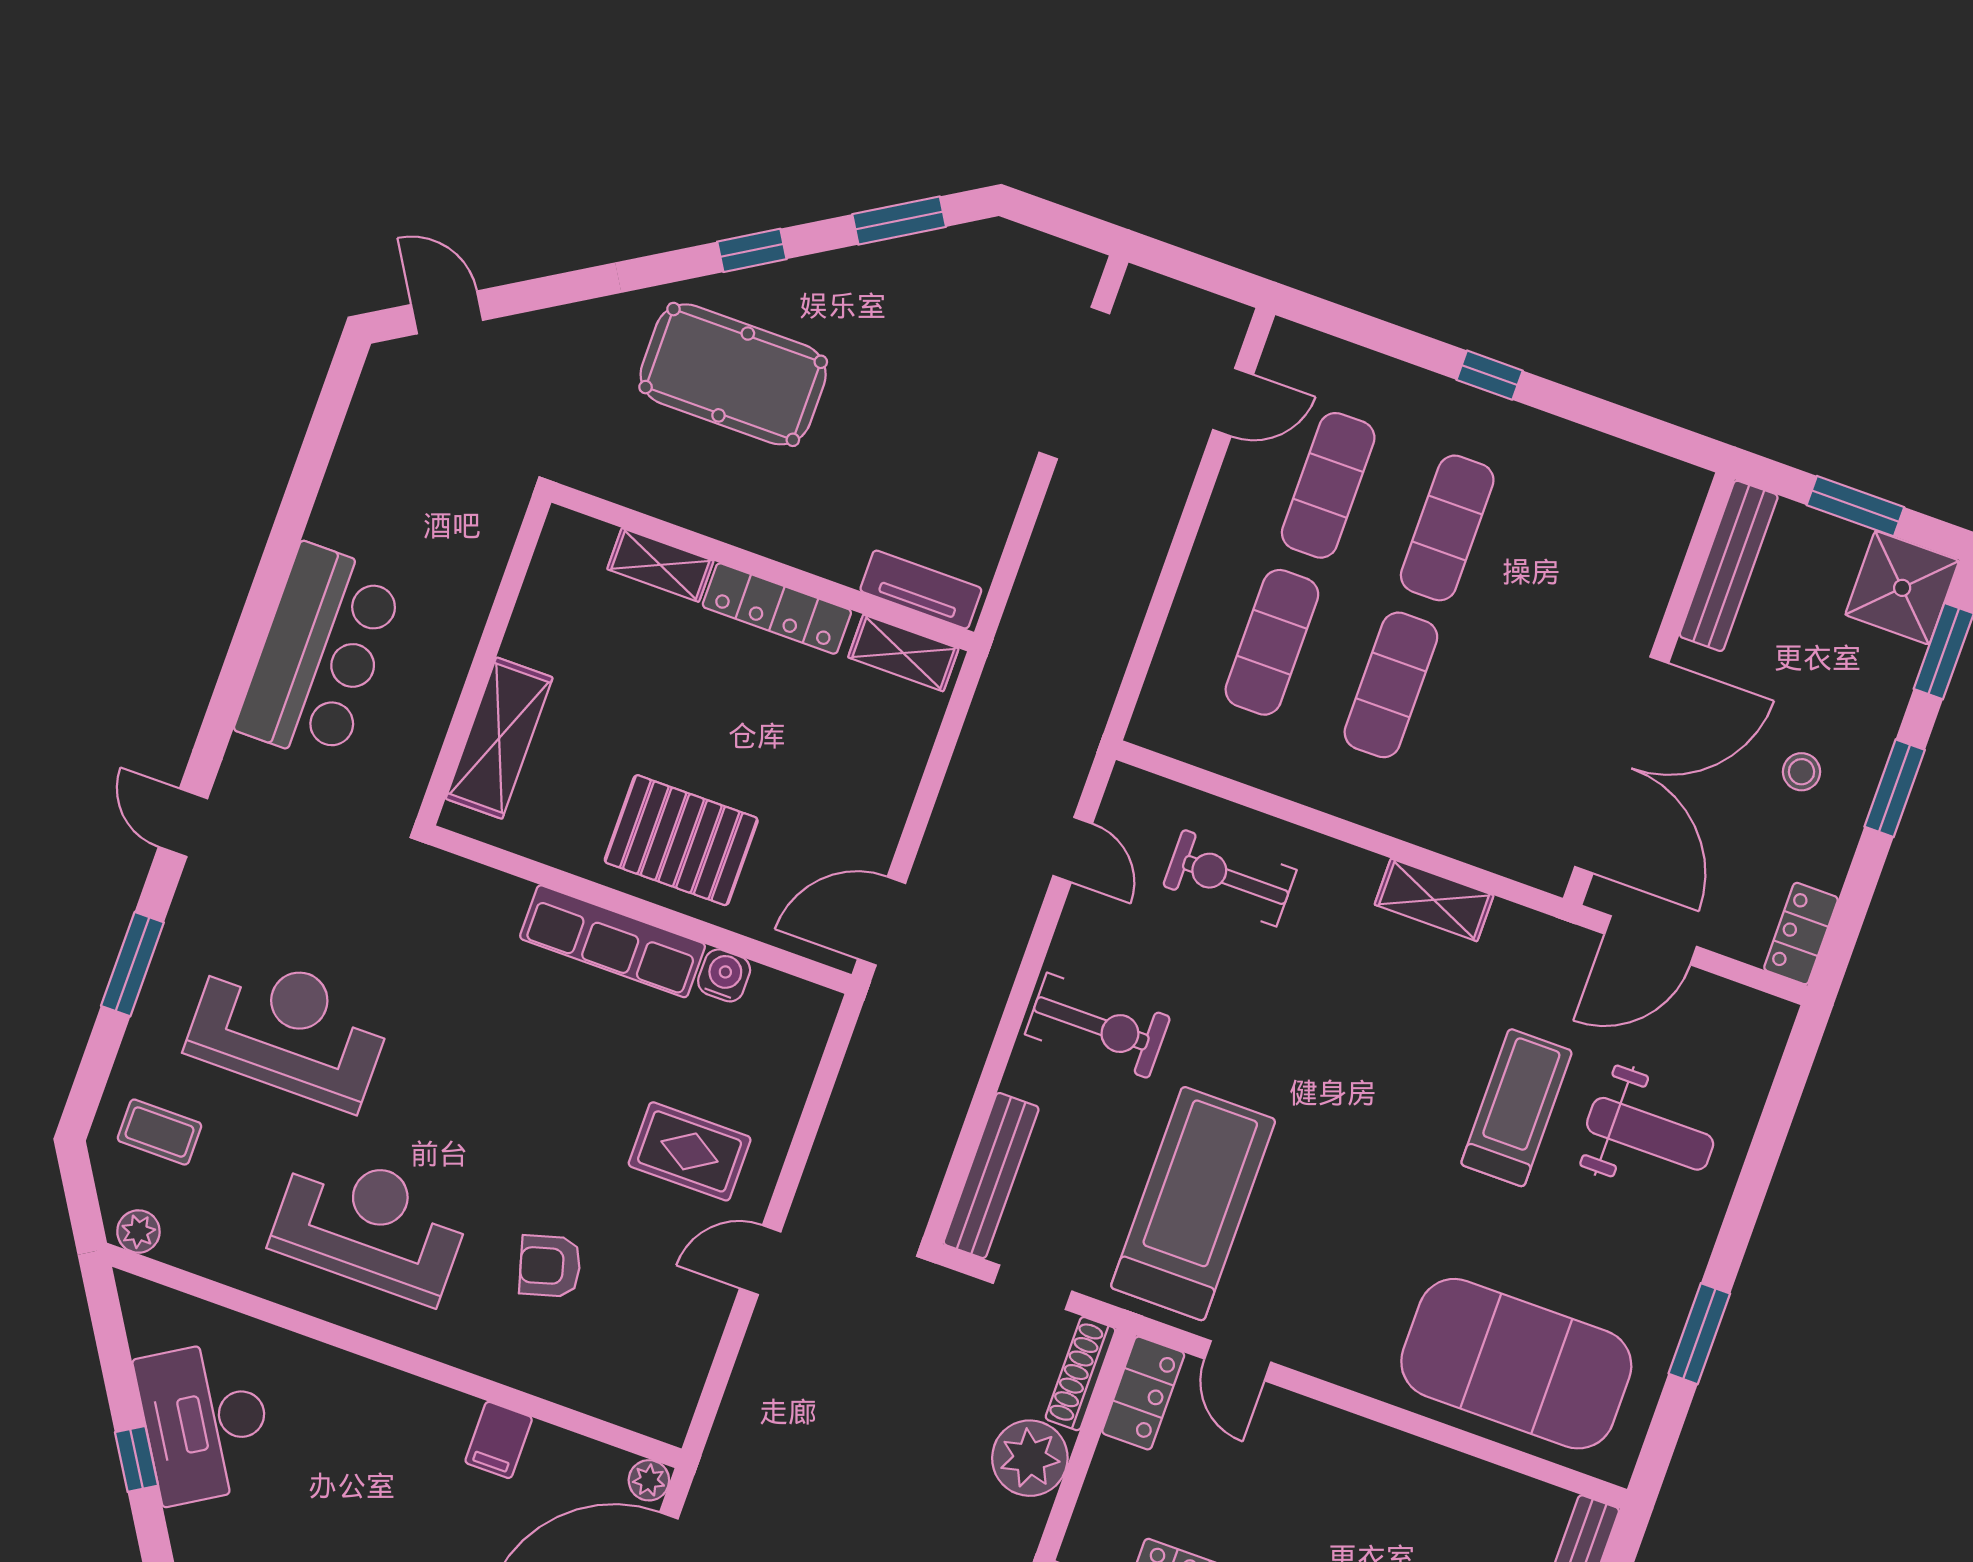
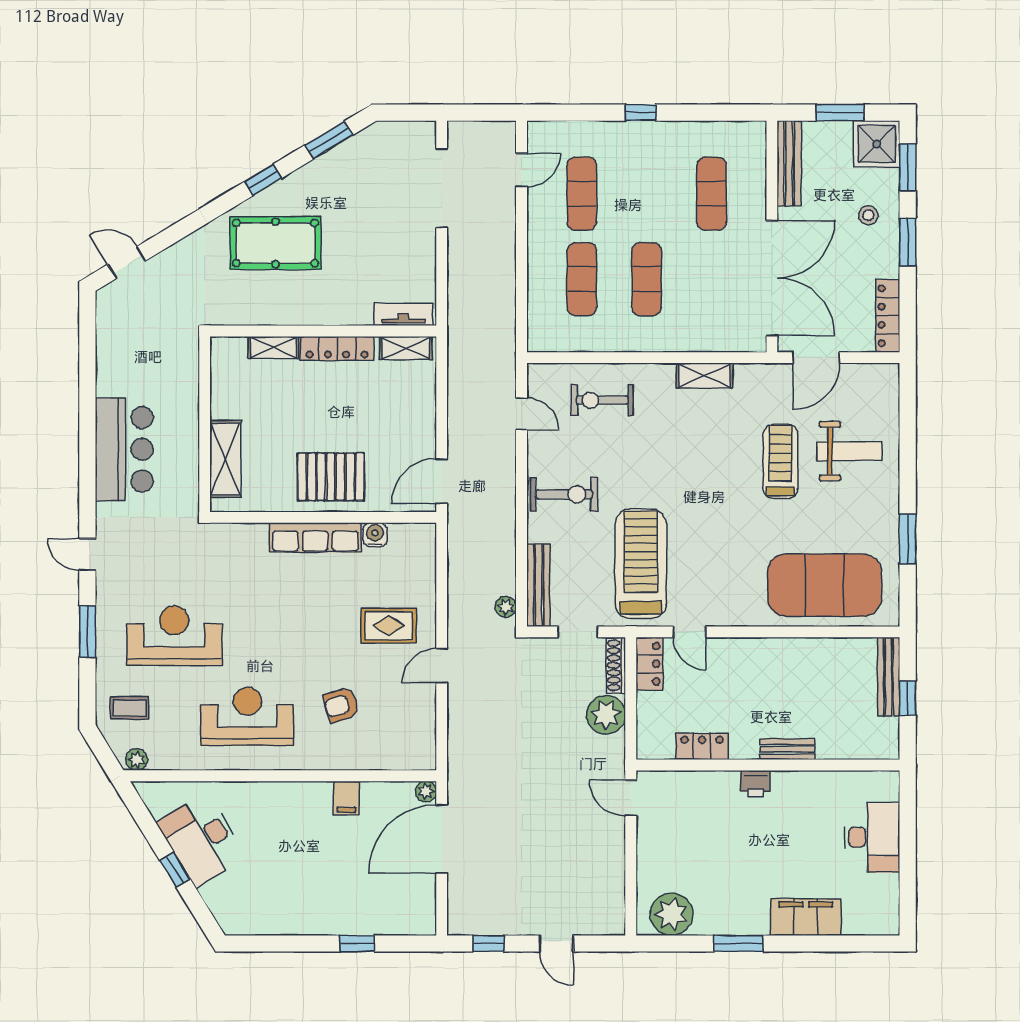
exercise mat: (1447, 528) -> (712, 194), moved
stool: (1801, 772) -> (868, 215), moved
locker: (1801, 934) -> (888, 316), width x1.53
plant: (917, 1194) -> (506, 607), added

